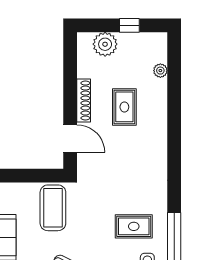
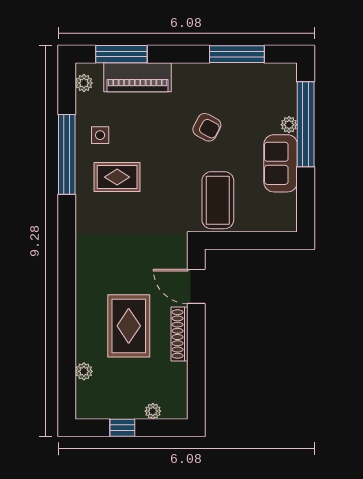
plant: (105, 44) -> (153, 411), width x0.53, depth x0.53
rug: (124, 107) -> (129, 326), width x1.36, depth x1.43

